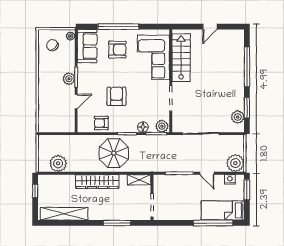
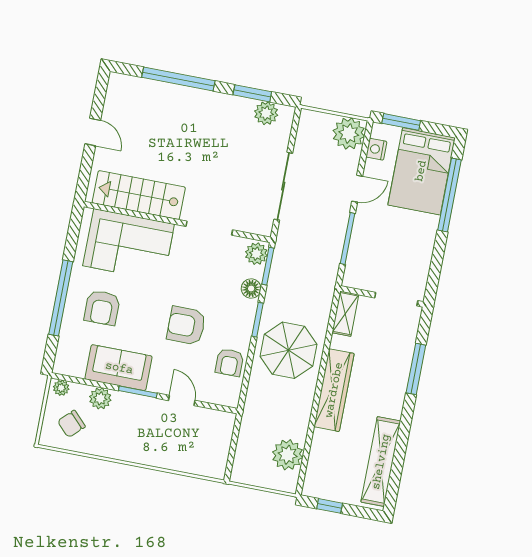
sofa: (87, 46) -> (119, 368), moved
armchair: (117, 50) -> (102, 308), turned 180
plant: (69, 79) -> (100, 398), moved
bed: (223, 210) -> (421, 171), width x1.50

